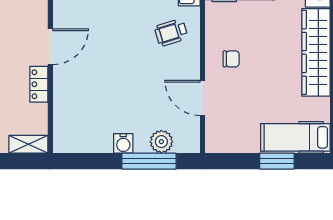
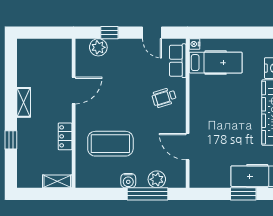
door: (50, 47) -> (74, 90), moved
chair: (231, 59) -> (209, 117), removed
coffee table: (99, 94) -> (110, 144), added

